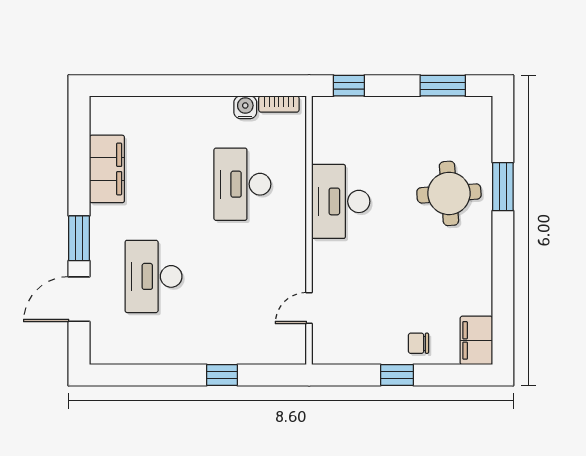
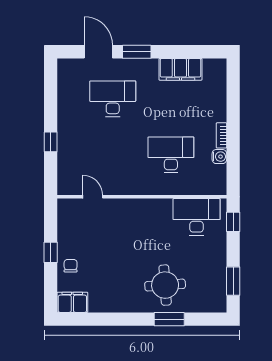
bookcase: (279, 104) -> (221, 135), moved
desk: (341, 201) -> (197, 217), moved

